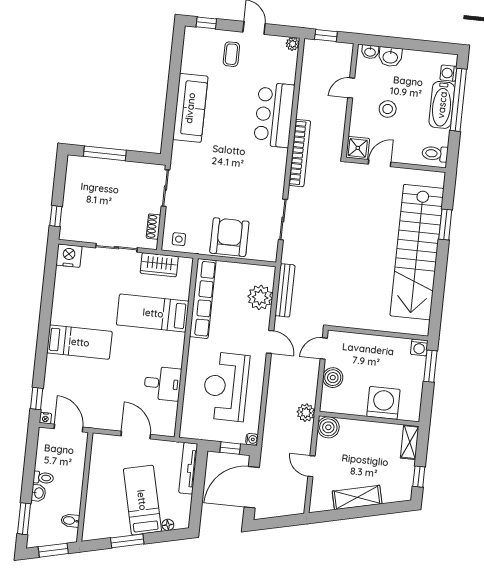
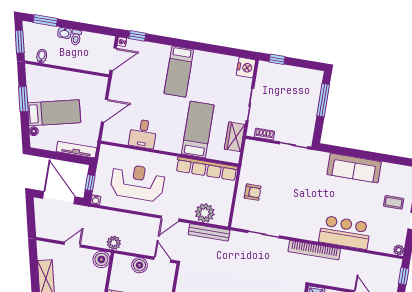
armchair: (229, 237) -> (253, 192), width x0.53, depth x0.53
side table: (179, 239) -> (254, 153), removed

